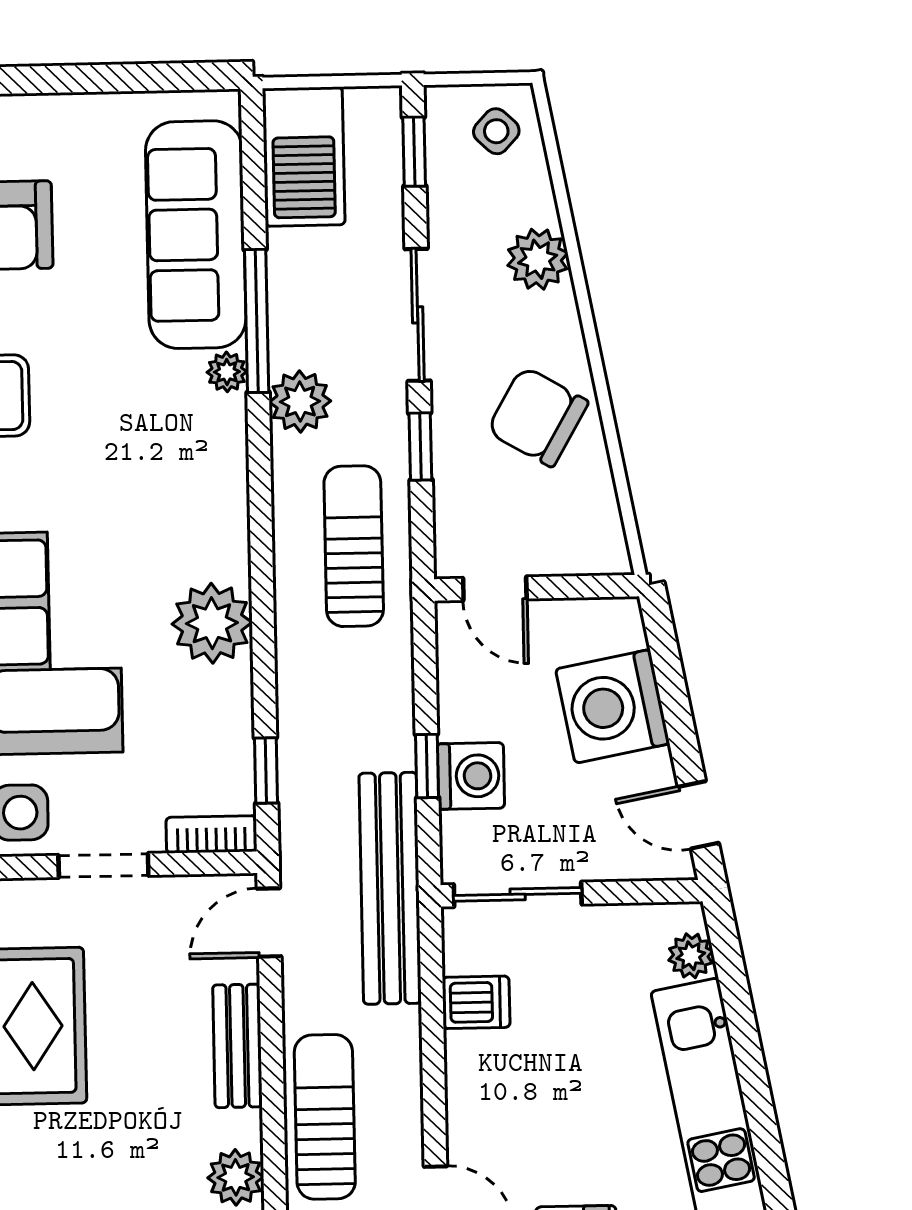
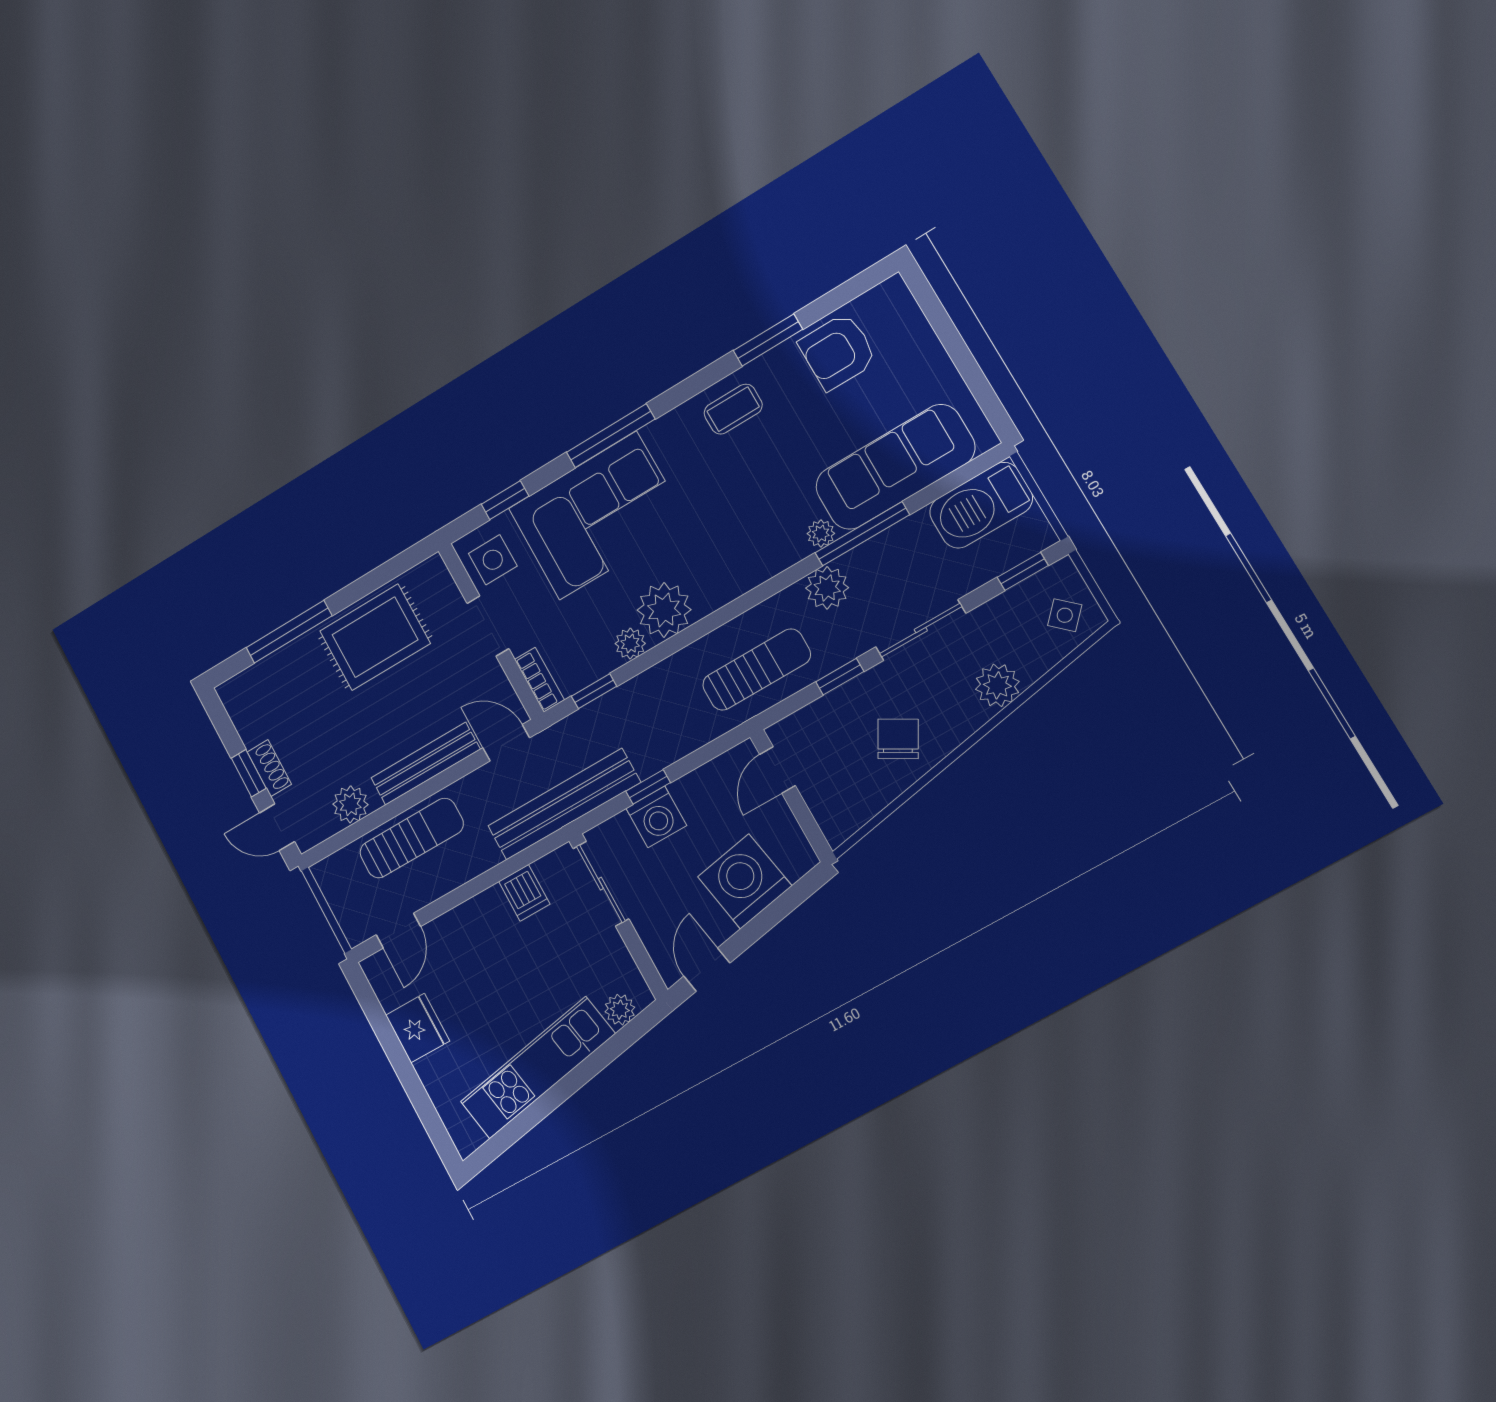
chair: (538, 417) -> (898, 739), width x0.73, depth x0.73
plant: (231, 690) -> (630, 644), added
bench: (238, 1046) -> (425, 764), width x1.36

